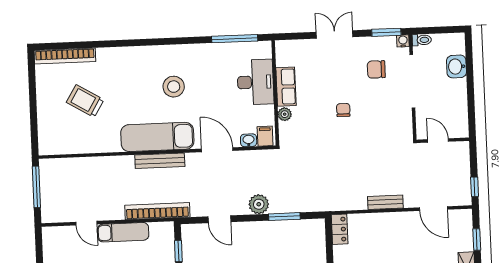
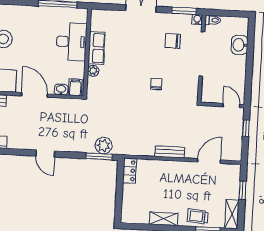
chair: (343, 110) -> (156, 84), moved
door: (438, 140) -> (231, 106), moved
window: (475, 187) -> (246, 128), moved
plant: (259, 204) -> (104, 146), moved
door: (433, 209) -> (209, 161), swing flipped
window: (284, 217) -> (99, 156), moved
door: (219, 219) -> (45, 154), moved

